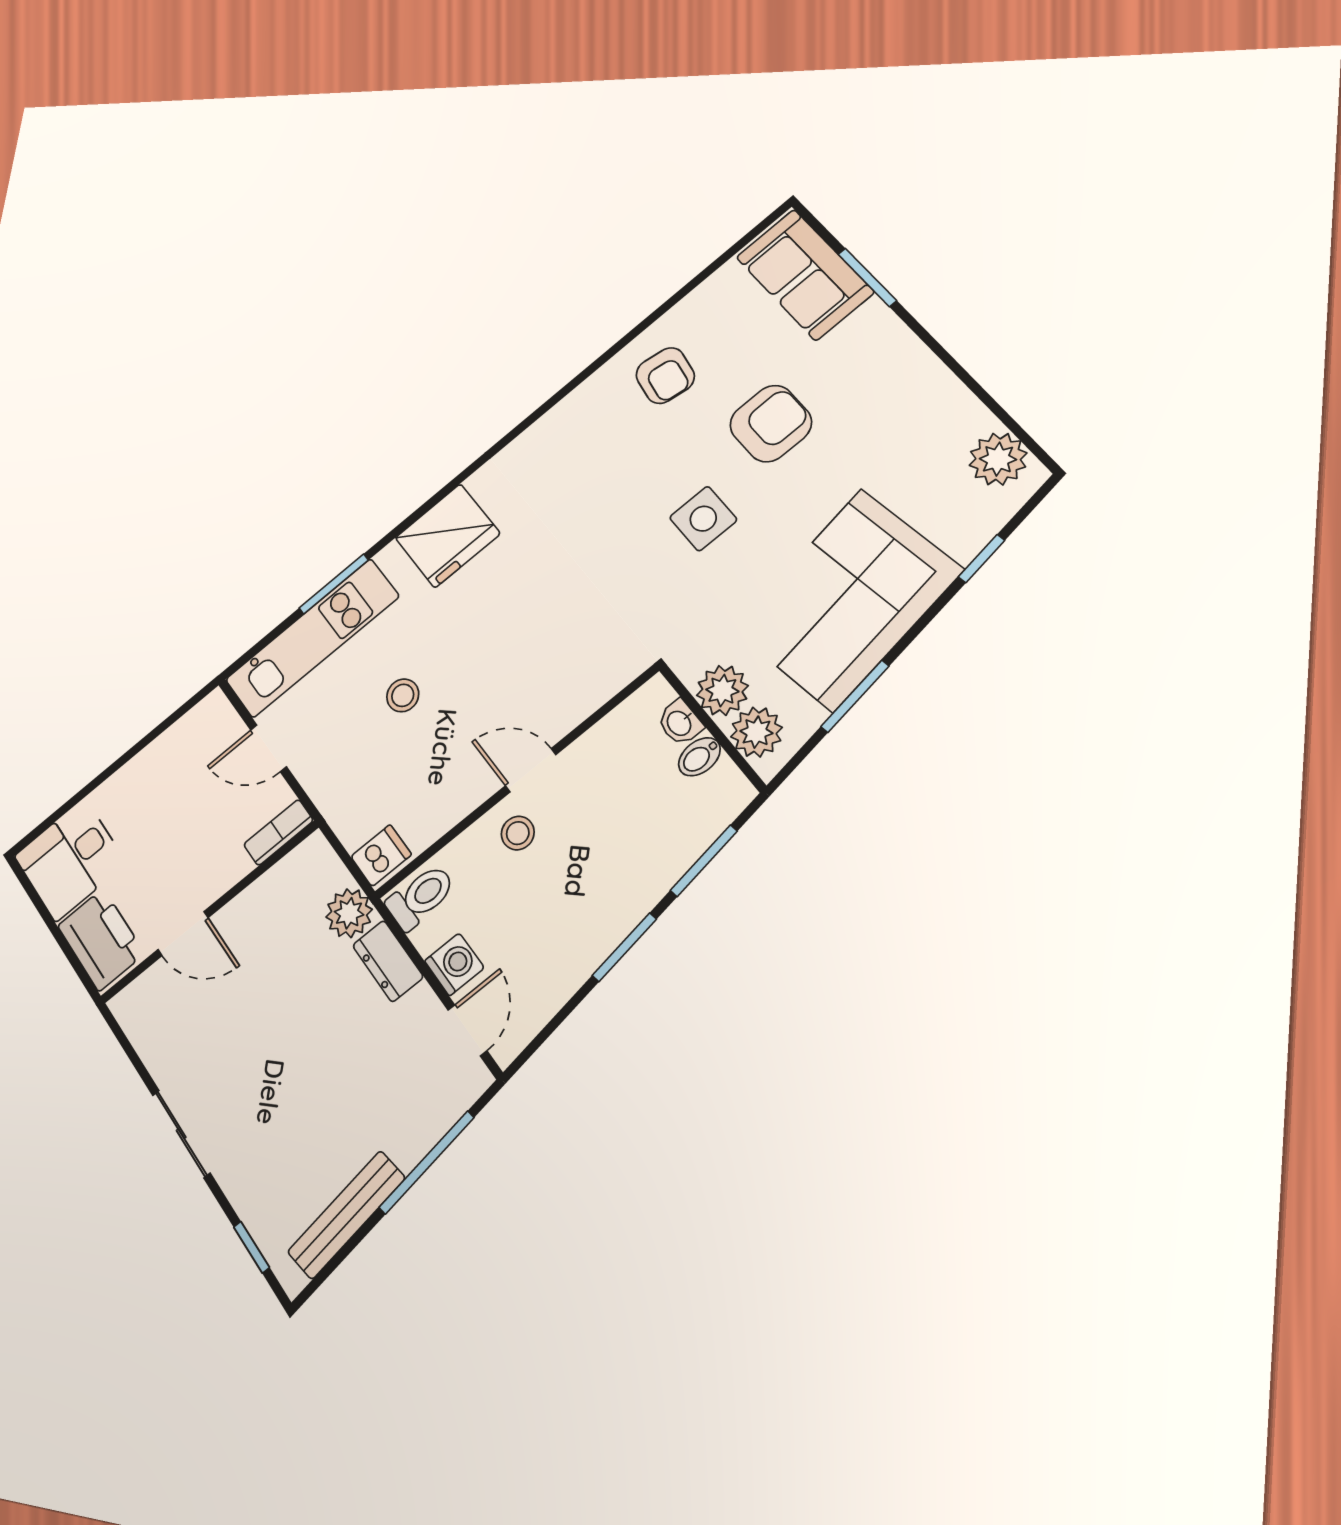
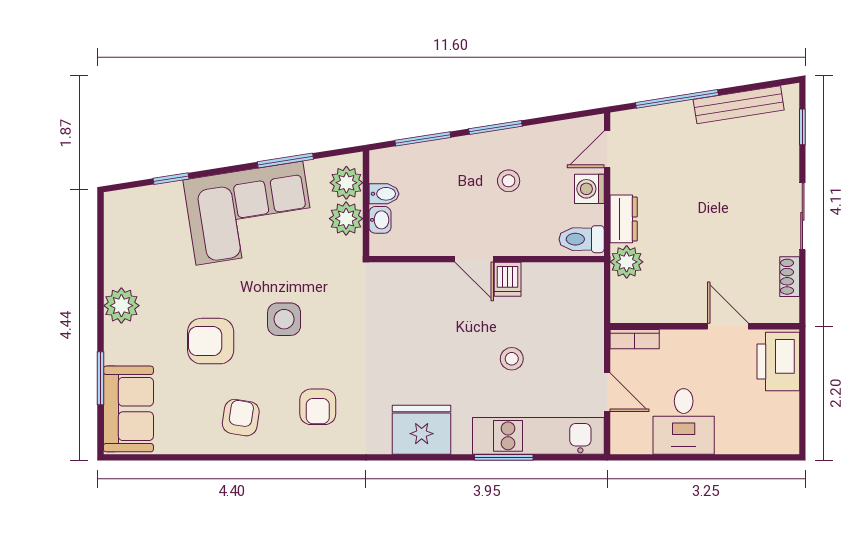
plant: (998, 459) -> (121, 306), moved
armchair: (585, 460) -> (318, 407), added
stool: (518, 833) -> (509, 181), moved
dishwasher: (381, 856) -> (508, 279), moved, turned -90
desk: (70, 860) -> (684, 421), moved, turned 90
shoe rack: (150, 1049) -> (790, 277), added

